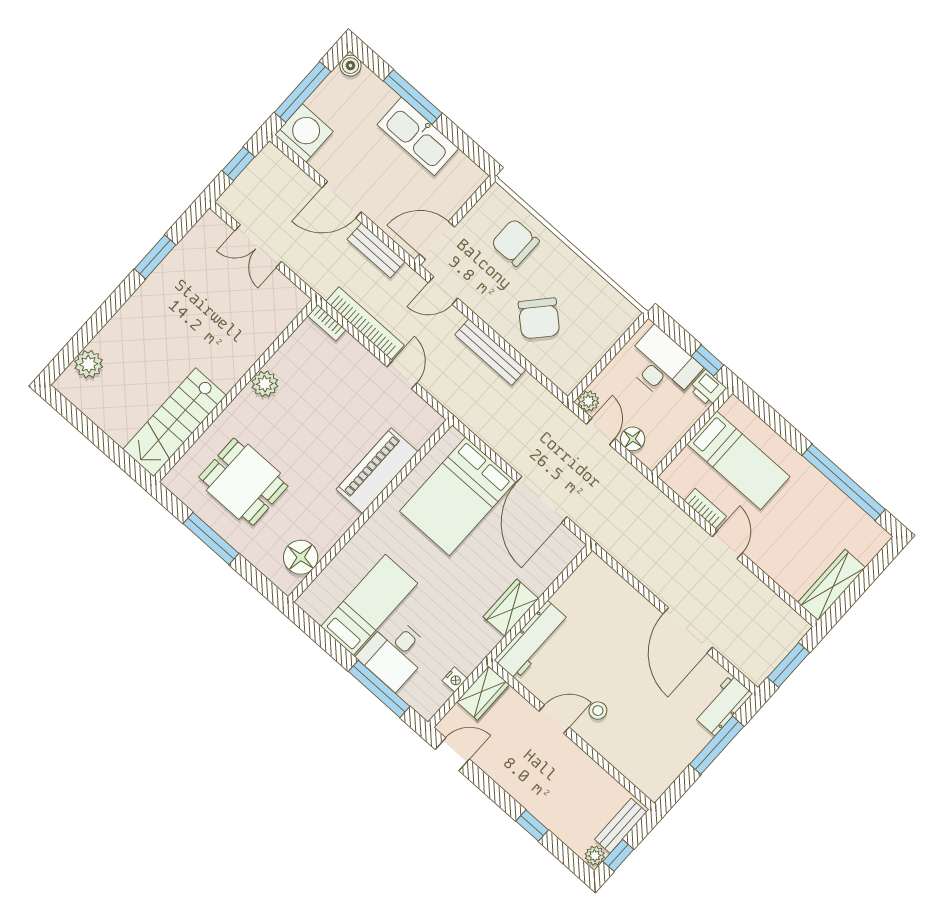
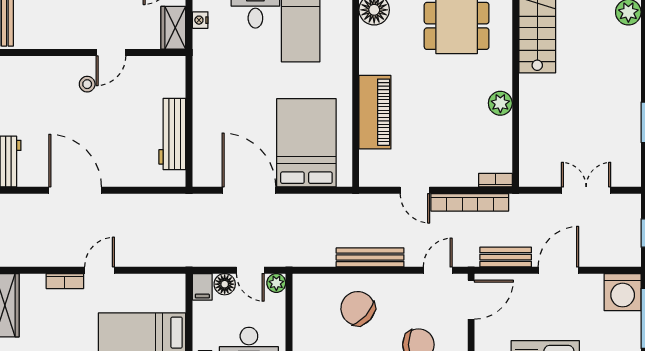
filing cabinet: (653, 454) -> (202, 287), added
bookcase: (705, 509) -> (65, 281), moved
door: (727, 545) -> (100, 270), swing flipped
wardrobe: (511, 608) -> (205, 101), removed
workbench: (532, 640) -> (172, 134), moved

